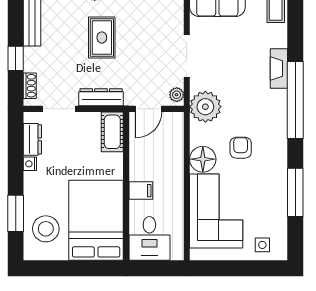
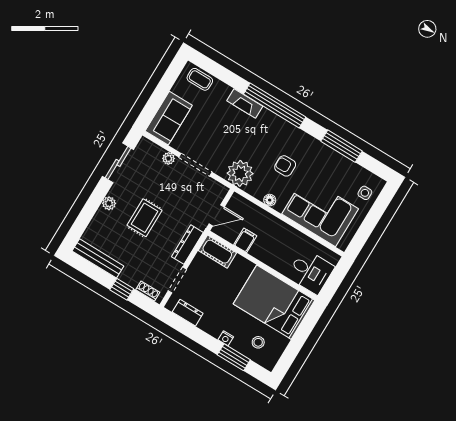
rug: (102, 38) -> (145, 218), turned 90
plant: (177, 95) -> (169, 158), moved
door: (149, 109) -> (217, 215), hinge flipped
floor lamp: (203, 159) -> (270, 200), width x0.53, depth x0.53
nightstand: (30, 164) -> (226, 338), moved
filing cabinet: (141, 191) -> (245, 240), moved
stool: (46, 229) -> (258, 342), width x0.53, depth x0.53

